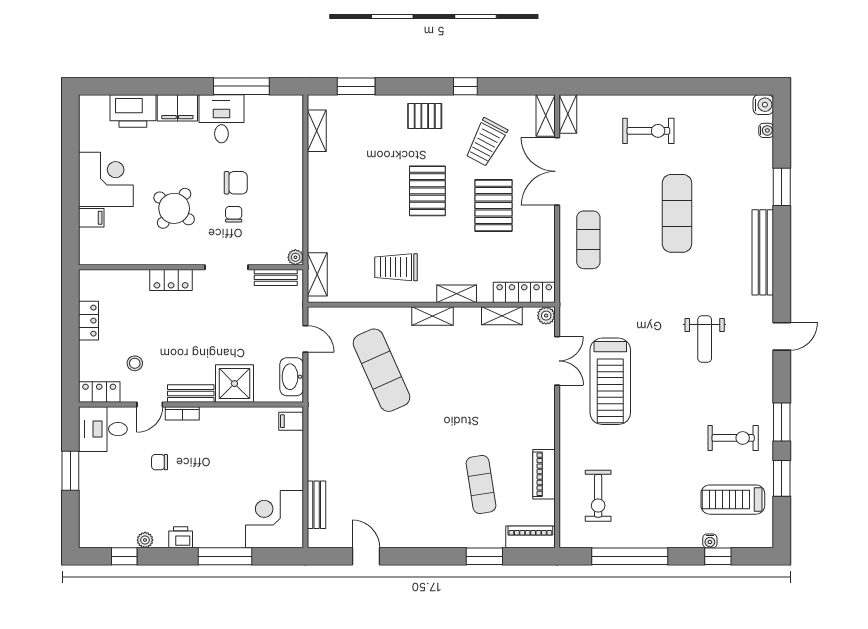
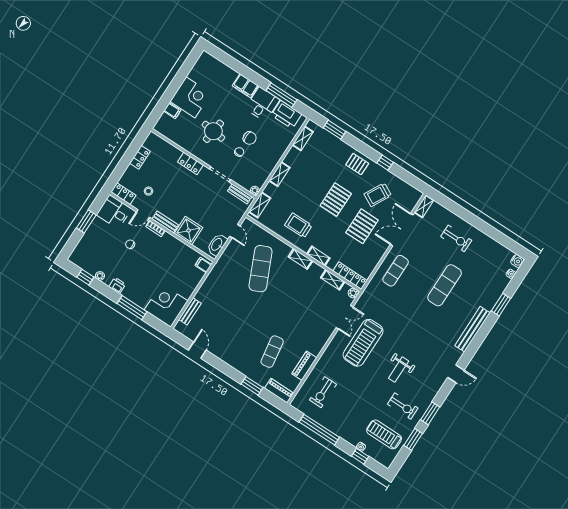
printer: (133, 111) -> (286, 115), moved
shelving: (546, 115) -> (280, 174), moved
round table: (174, 208) -> (213, 131), turned -30
weight bench: (705, 339) -> (399, 370), moved

